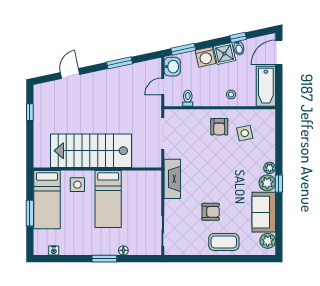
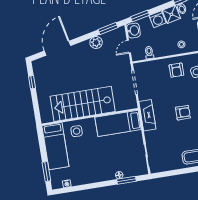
window: (119, 63) -> (108, 28), moved
door: (70, 73) -> (57, 48), width x1.87
plant: (121, 74) -> (96, 43), added
bed: (108, 199) -> (118, 123), moved, turned 90
armchair: (211, 212) -> (183, 113), moved
window: (30, 213) -> (46, 172), moved
window: (104, 259) -> (126, 180), moved

